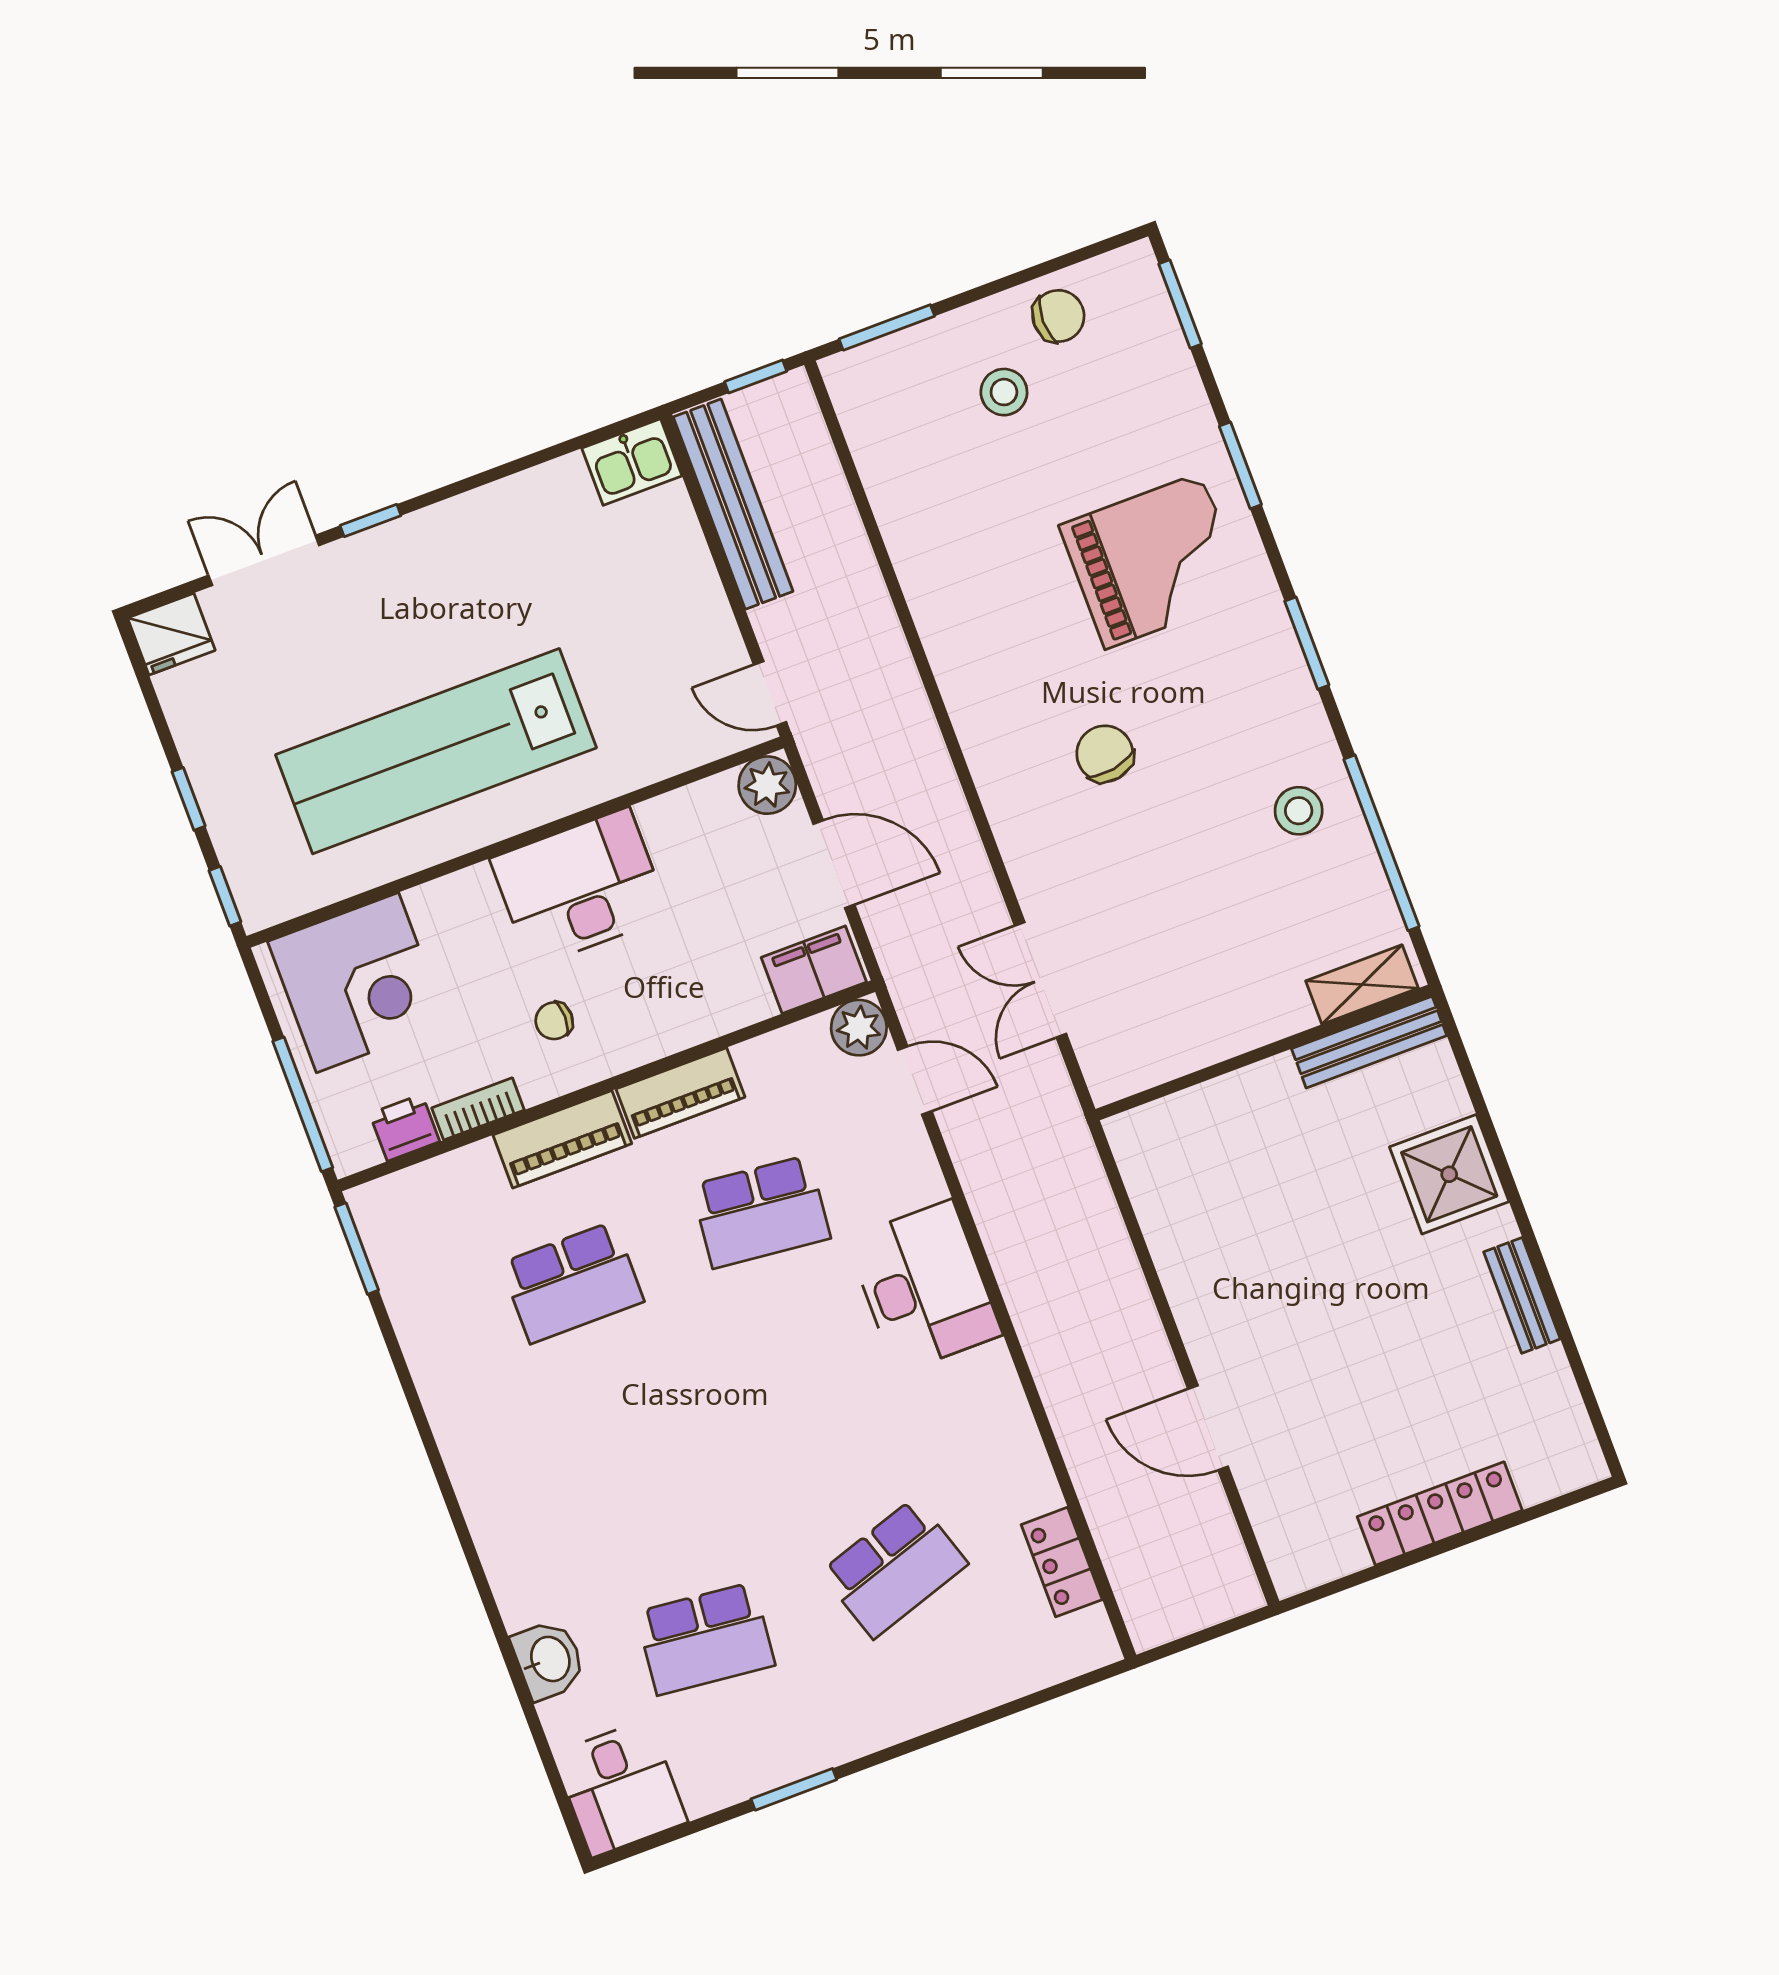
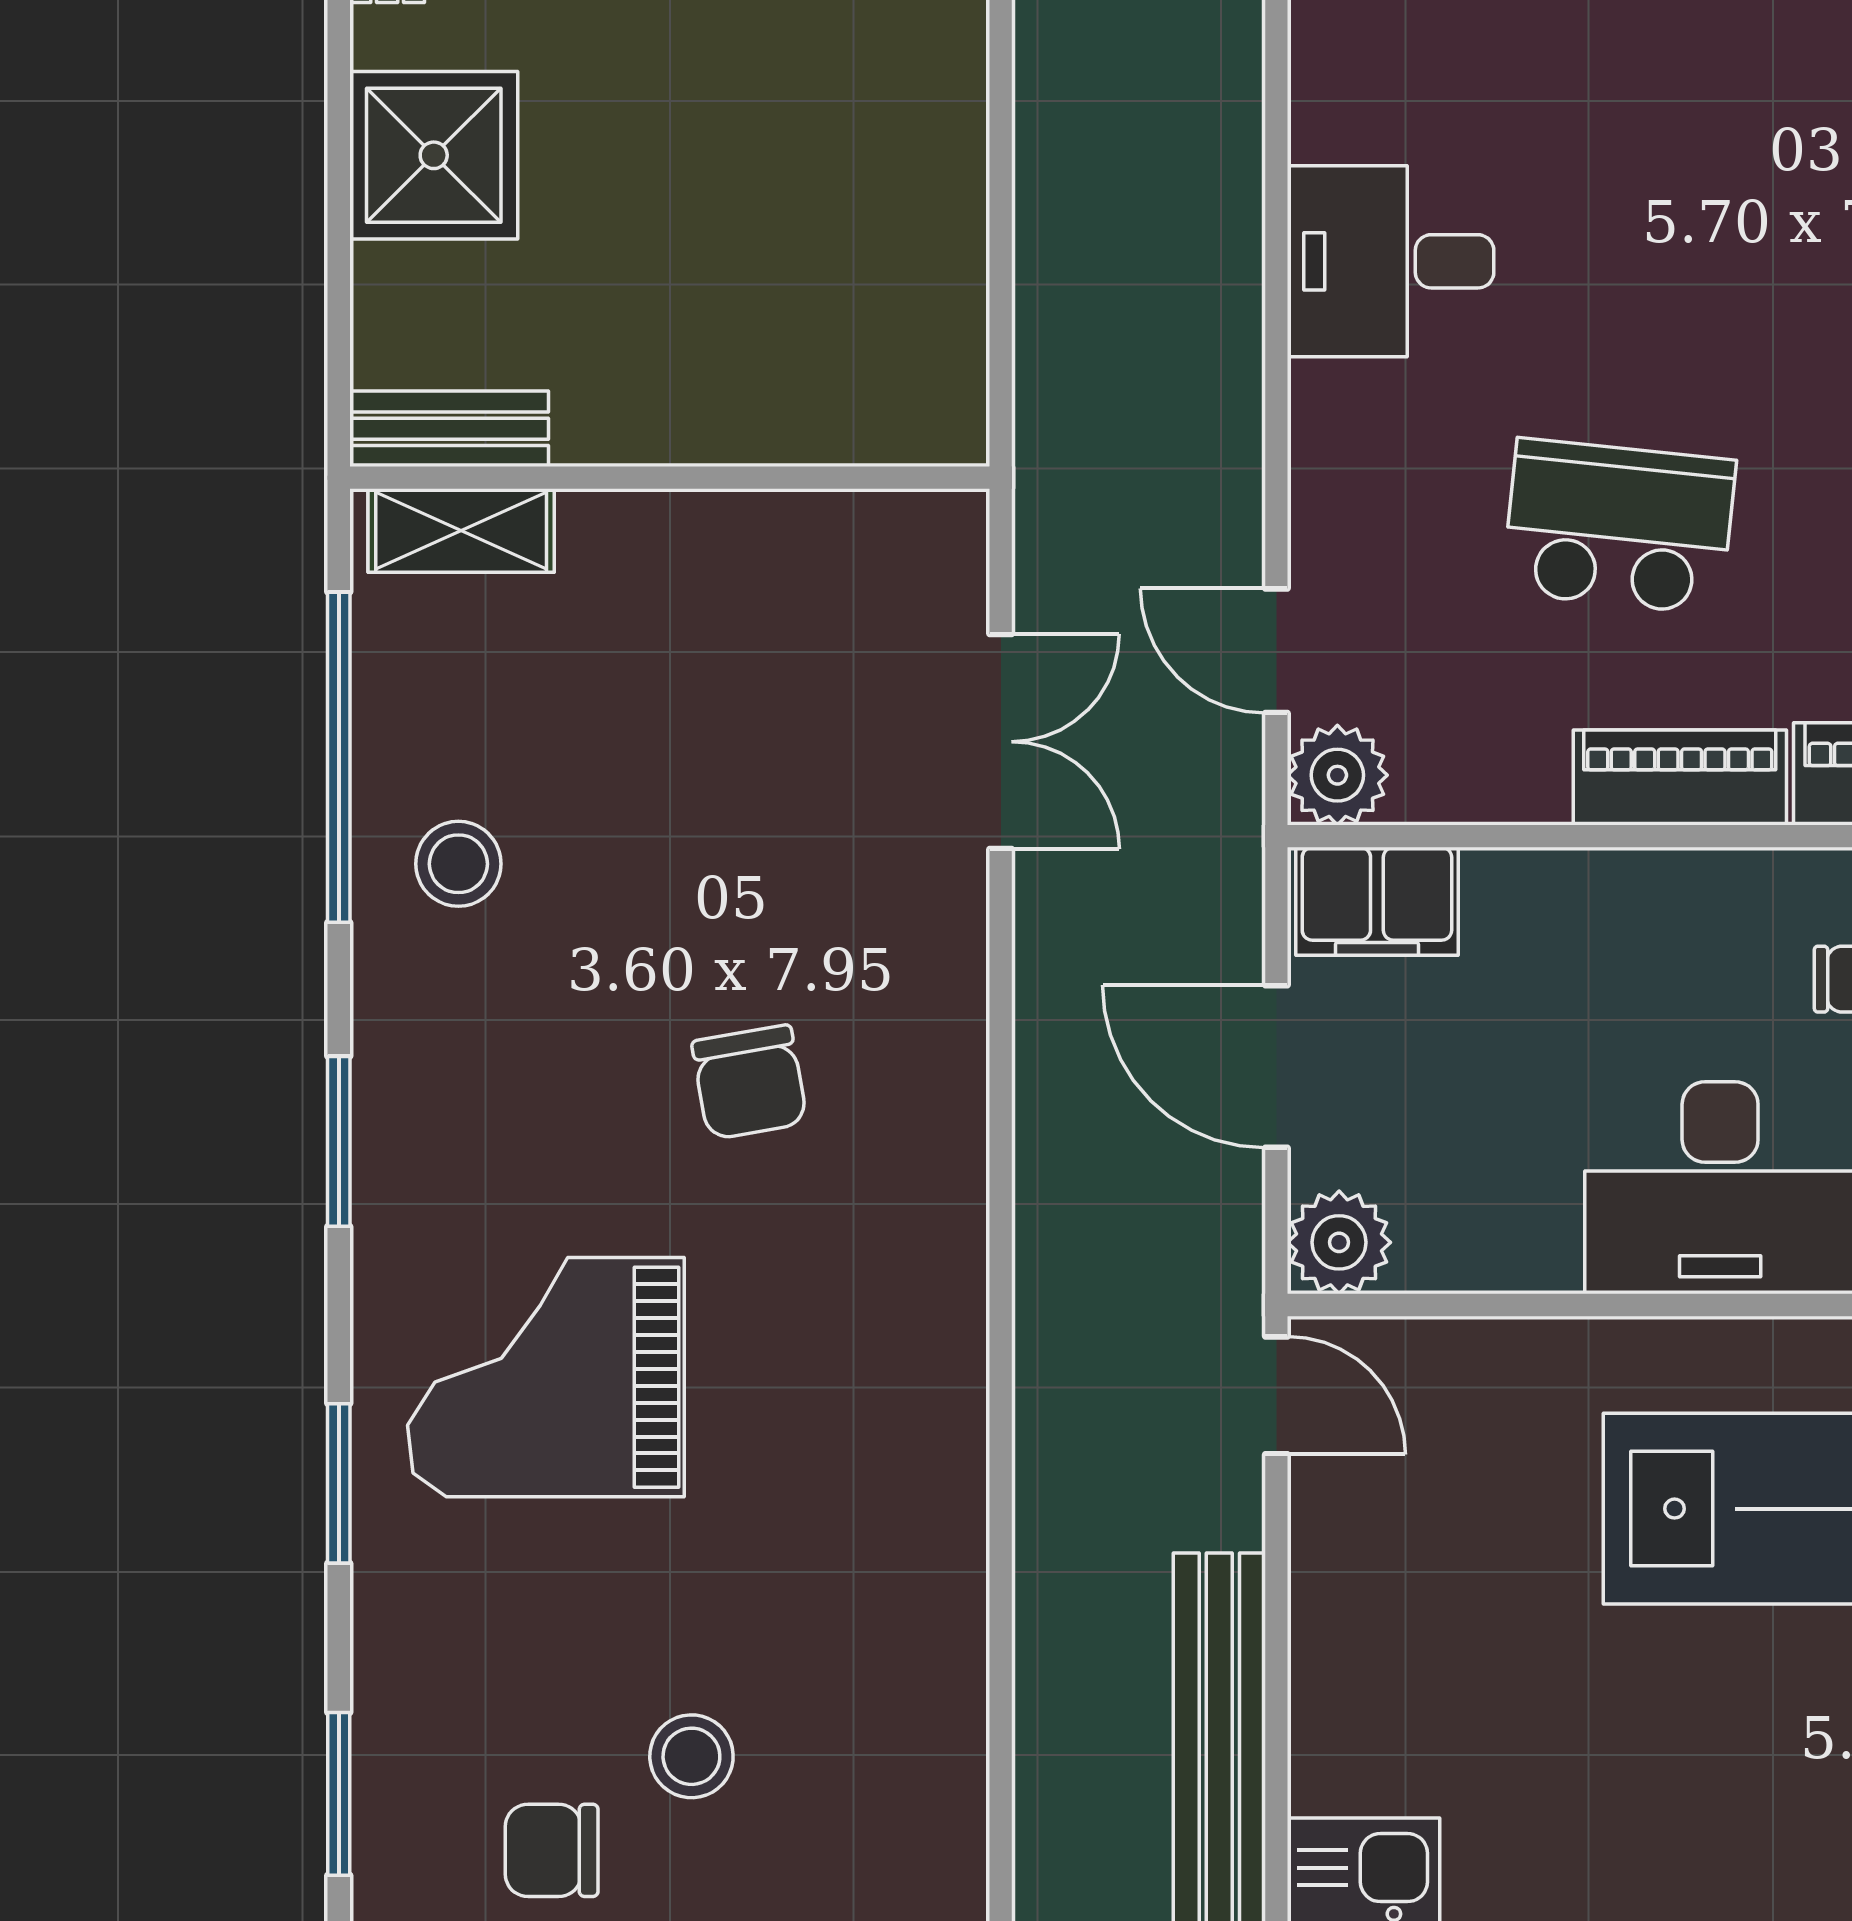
bench: (1369, 1042) -> (449, 429), width x0.73
desk: (924, 1287) -> (1391, 261), width x0.73

